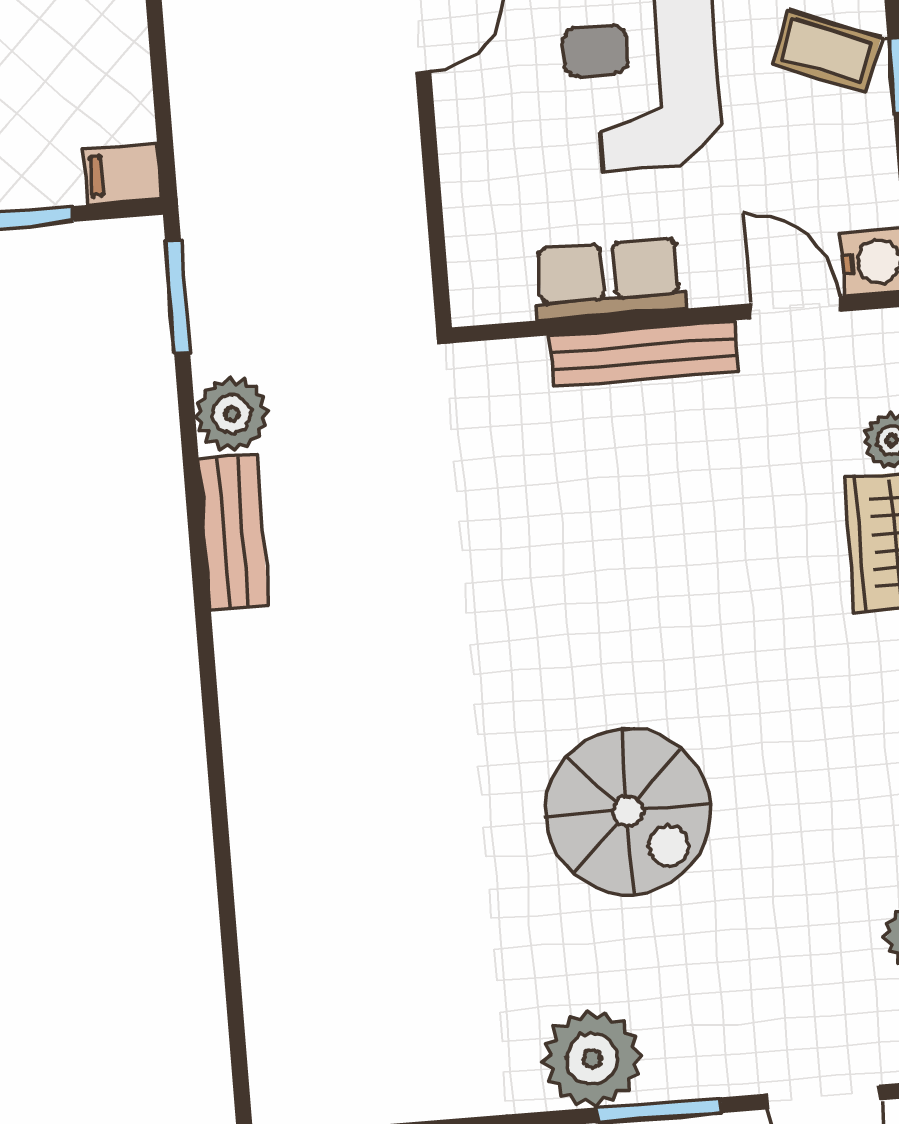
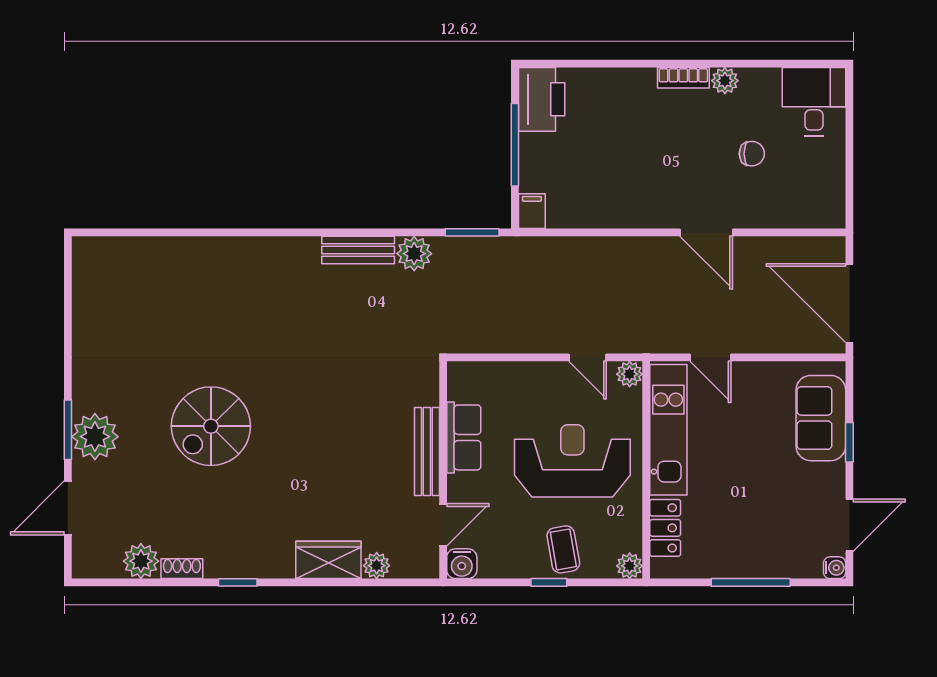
coffee table: (827, 51) -> (563, 549), turned -31
plant: (592, 1059) -> (95, 437), moved

